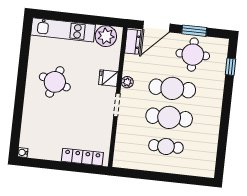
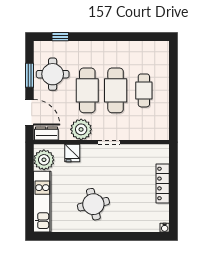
fridge: (108, 78) -> (72, 153), moved
round table: (55, 82) -> (93, 204), turned -31
plant: (127, 82) -> (81, 129), width x1.88, depth x1.88
locker: (82, 157) -> (163, 183), moved

